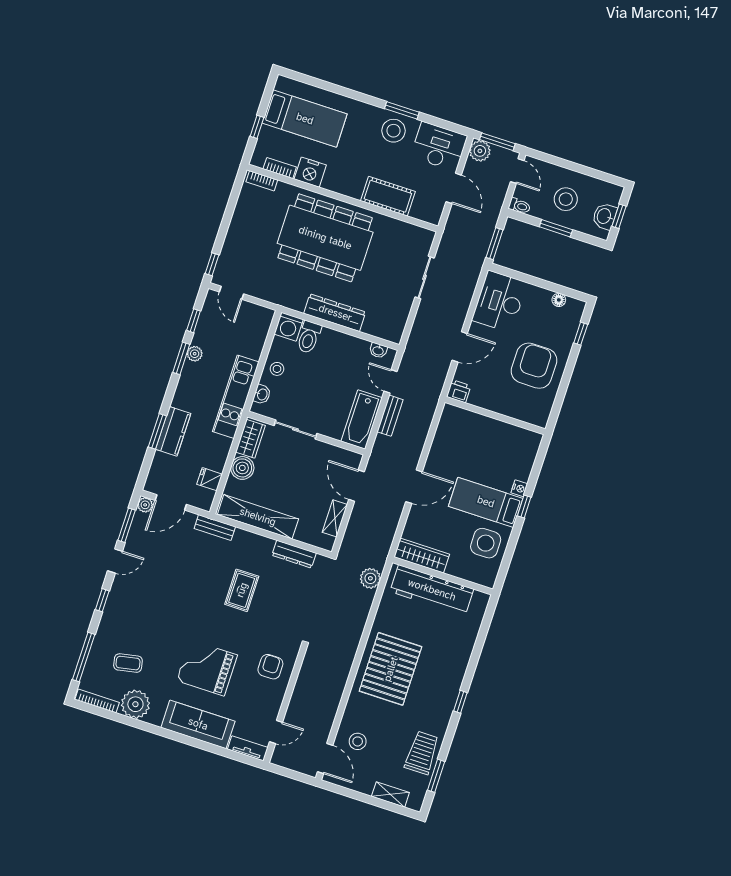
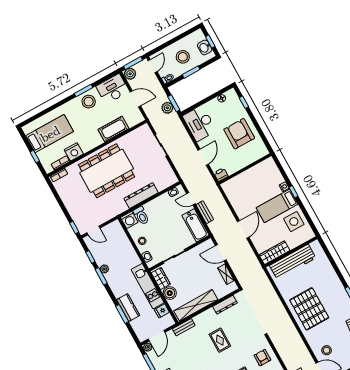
door: (517, 171) -> (153, 66), hinge flipped
kitchen unit: (236, 397) -> (148, 286), moved
plant: (370, 578) -> (167, 108), moved

